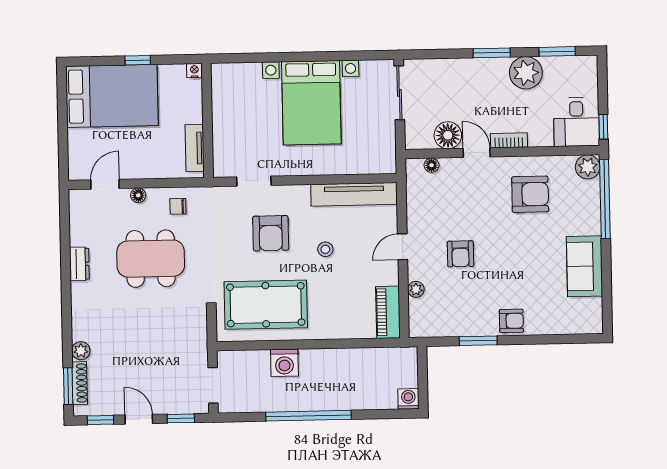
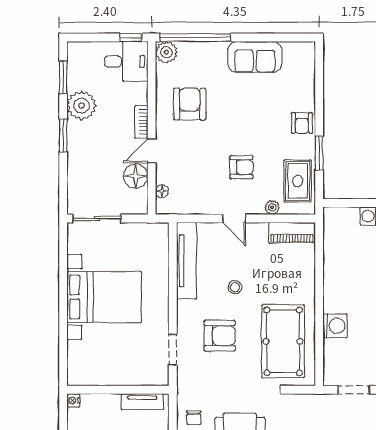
rug: (446, 317) -> (298, 181), added
armchair: (511, 321) -> (302, 123), turned 180

